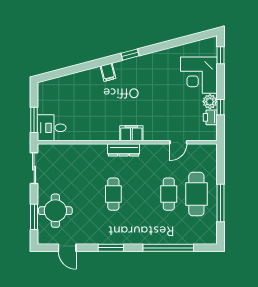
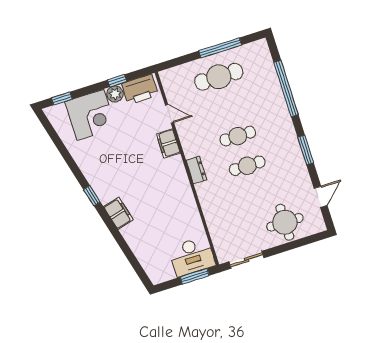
filing cabinet: (108, 72) -> (118, 213), width x2.00
printer: (210, 117) -> (140, 89), width x1.87, depth x1.48
desk: (52, 128) -> (192, 256), width x1.37
filing cabinet: (131, 133) -> (168, 143), moved
dresser: (124, 150) -> (196, 170), width x0.70
cafe table: (169, 194) -> (238, 136), moved
window: (34, 217) -> (299, 243), removed

